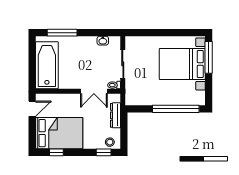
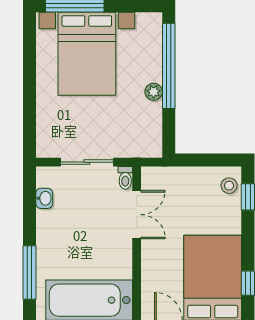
plant: (161, 101) -> (154, 92), added
dresser: (115, 115) -> (180, 175), removed

